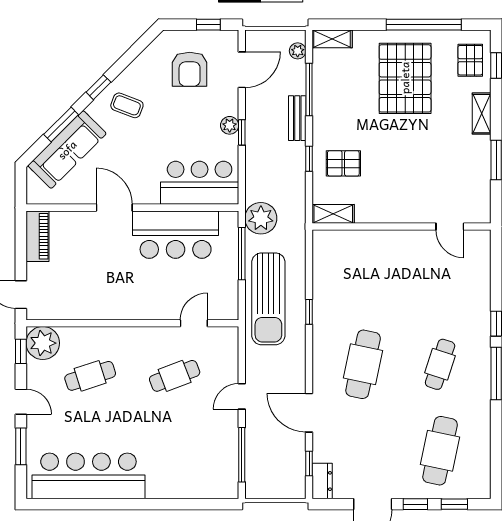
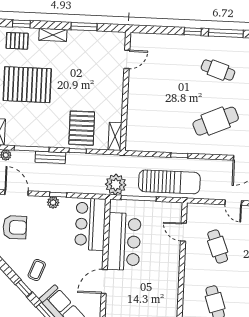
pallet: (343, 163) -> (82, 128), width x1.50, depth x1.42
cafe table: (363, 364) -> (216, 121), turned -36

